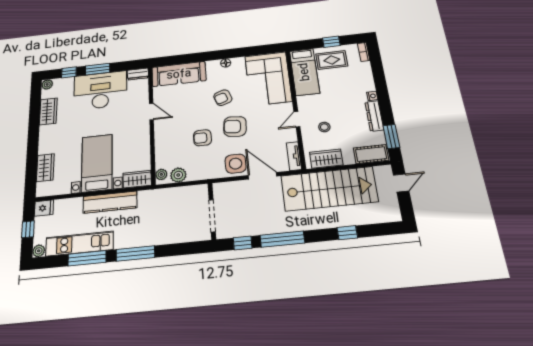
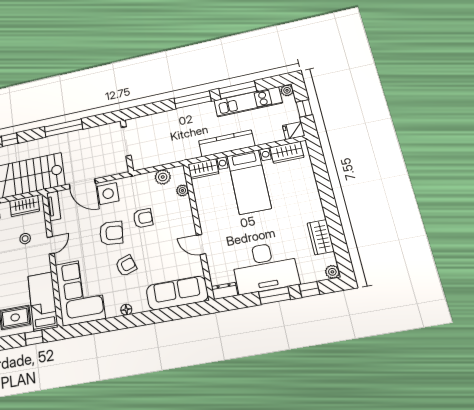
window: (331, 42) -> (34, 338), moved
wardrobe: (45, 168) -> (287, 152), moved, turned -90
plant: (161, 174) -> (182, 190), moved
window: (243, 243) -> (97, 121), removed

